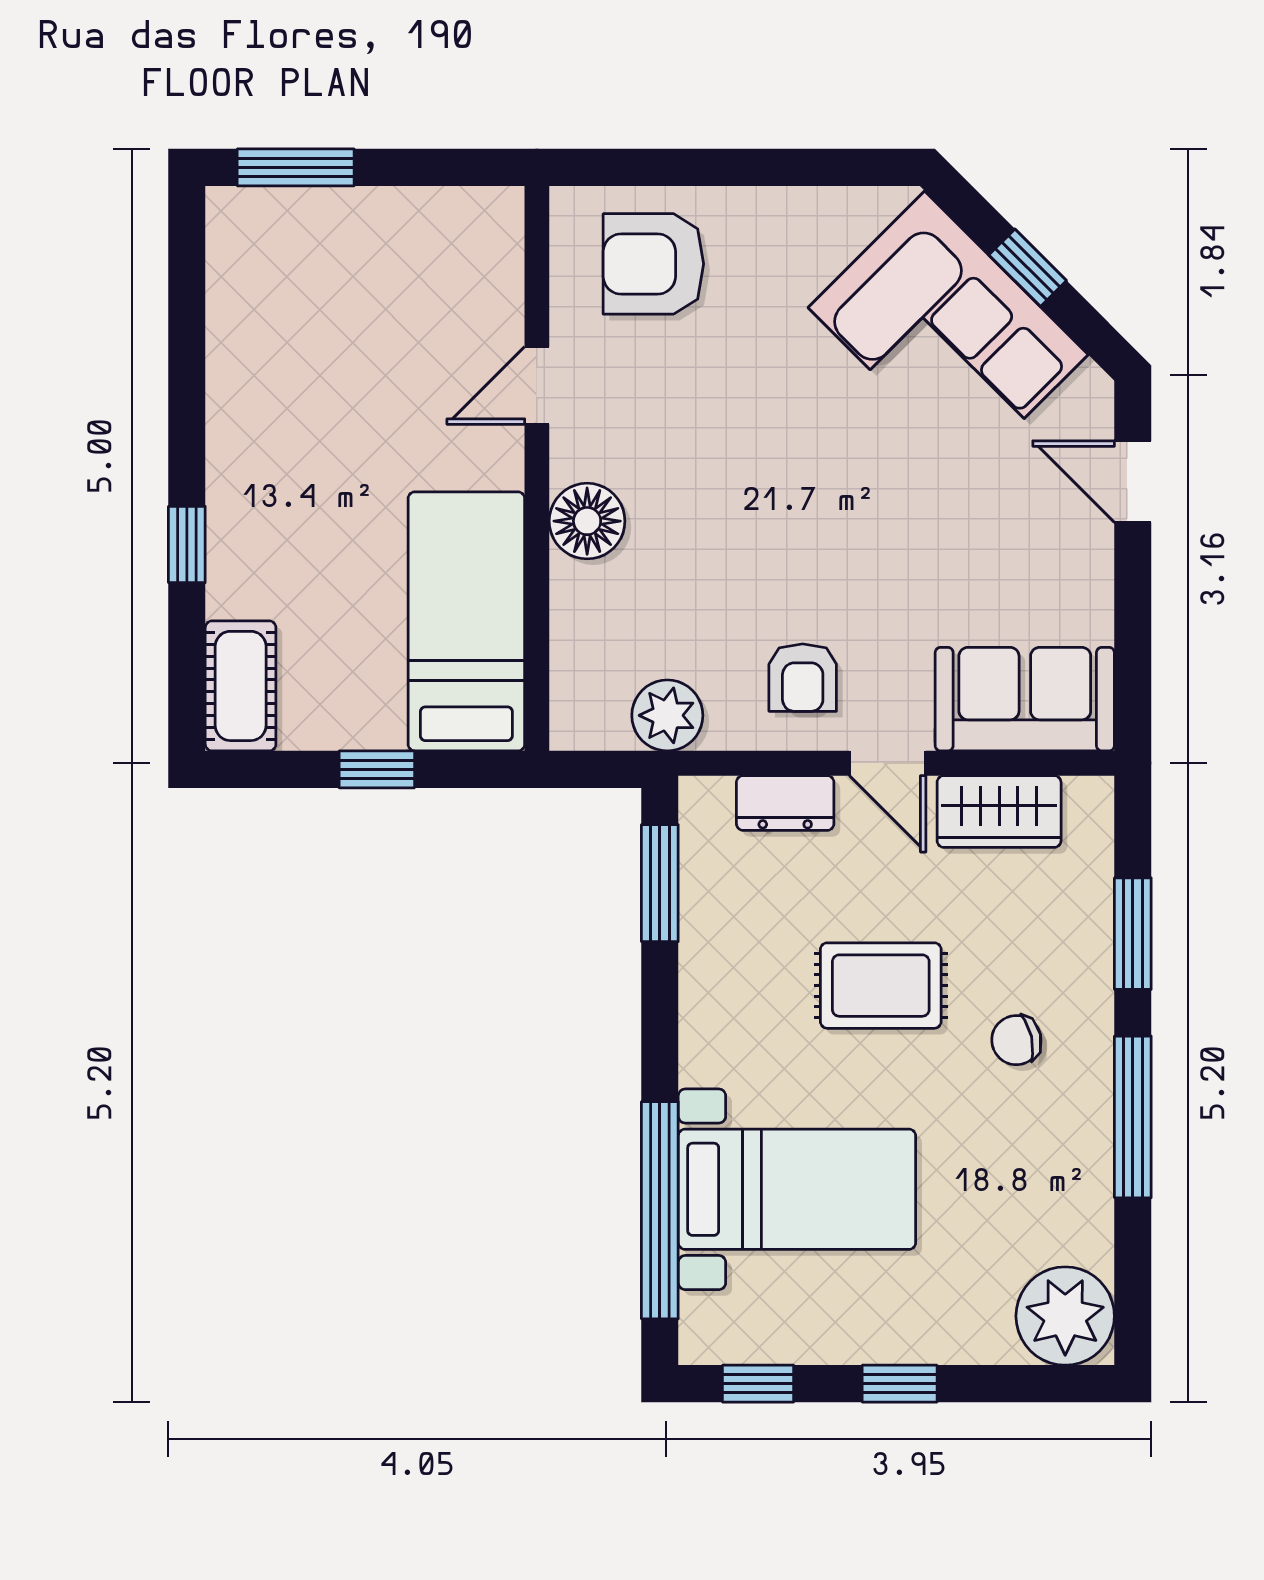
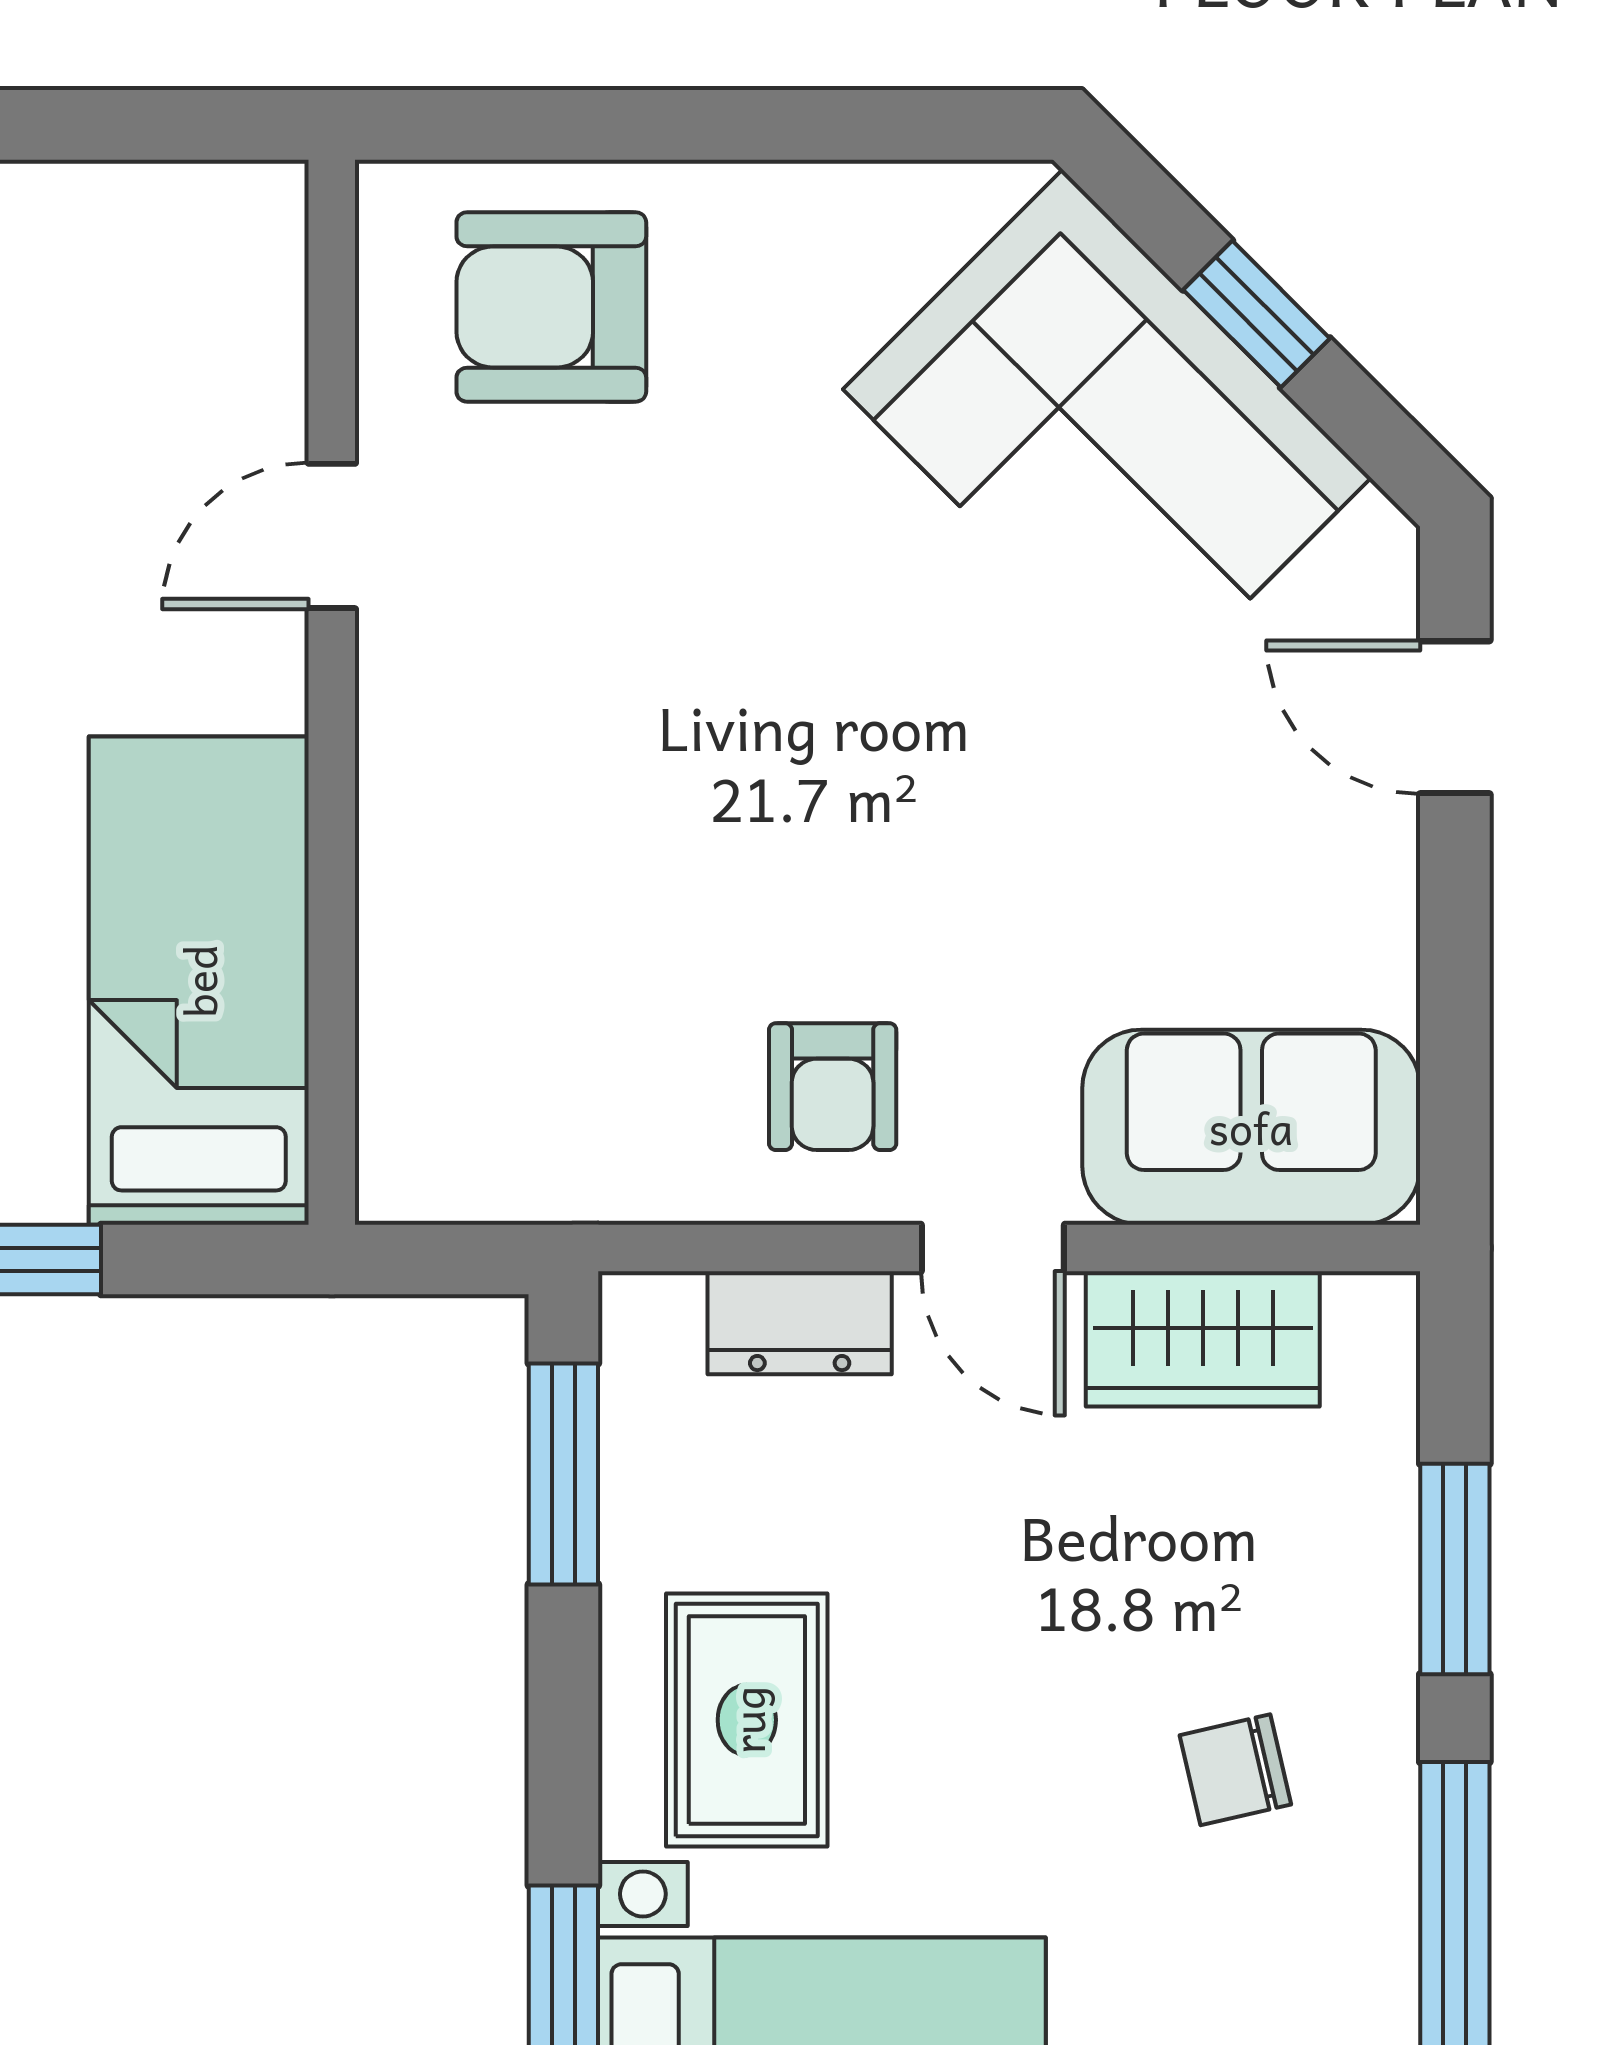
floor lamp: (587, 521) -> (426, 792), removed
plant: (667, 715) -> (578, 1158), removed
rug: (881, 986) -> (747, 1720), moved, turned 90

